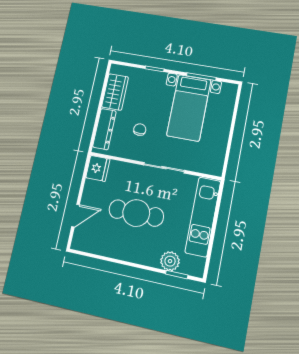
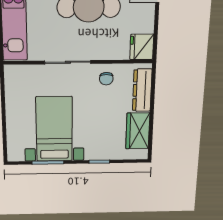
chair: (140, 130) -> (106, 79), moved

